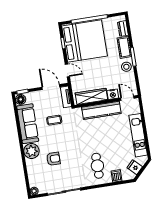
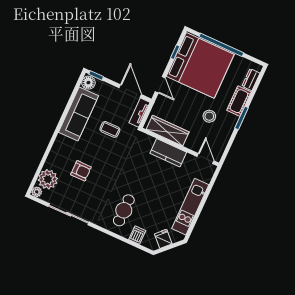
stool: (126, 67) -> (209, 116), moved
nightstand: (113, 94) -> (192, 144), removed
kitchen counter: (101, 110) -> (168, 153), width x0.67
plant: (31, 151) -> (48, 179), moved

